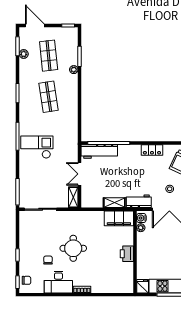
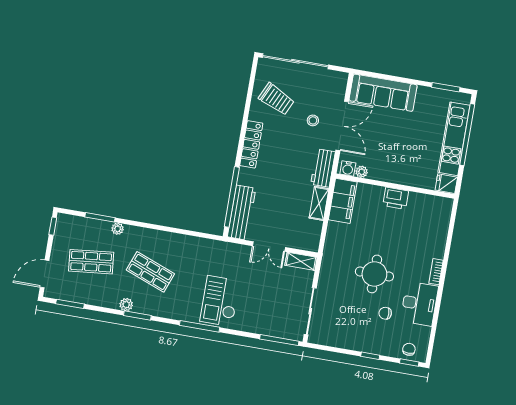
plant: (24, 54) -> (126, 305), moved
shop shelf: (49, 97) -> (150, 272), turned 30
locker: (152, 150) -> (251, 144), width x1.53

